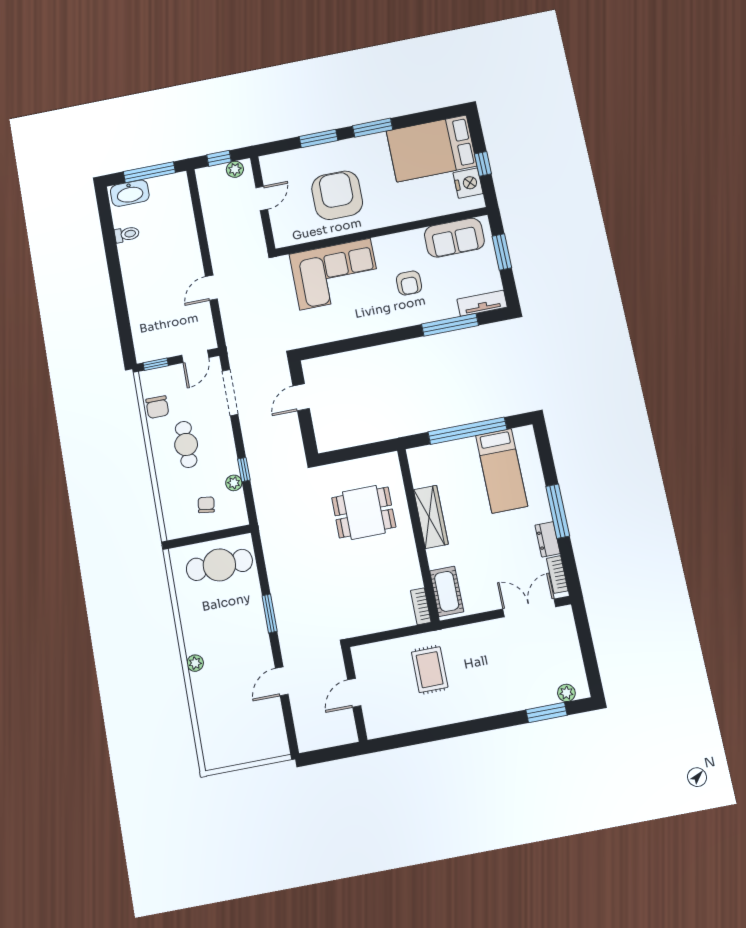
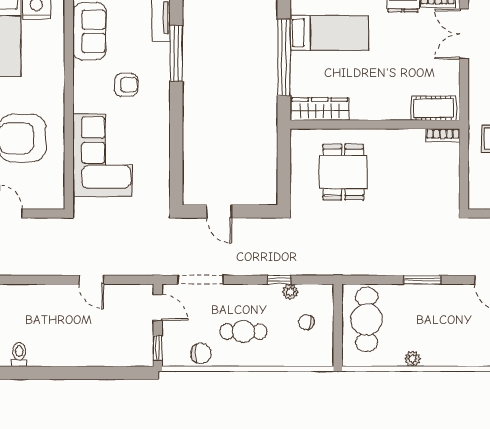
wardrobe: (431, 517) -> (320, 109), moved
plant: (195, 663) -> (413, 359), moved

